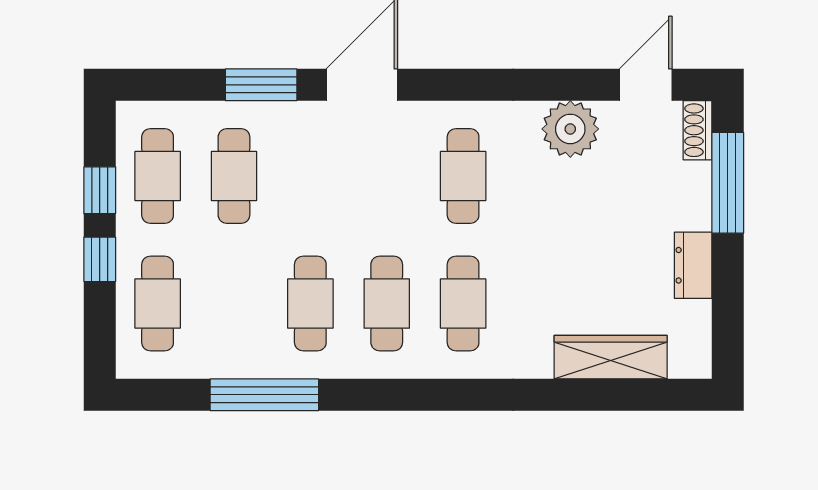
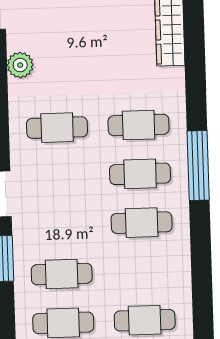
plant: (570, 129) -> (20, 65), width x0.73, depth x0.73
window: (264, 395) -> (198, 166), moved

